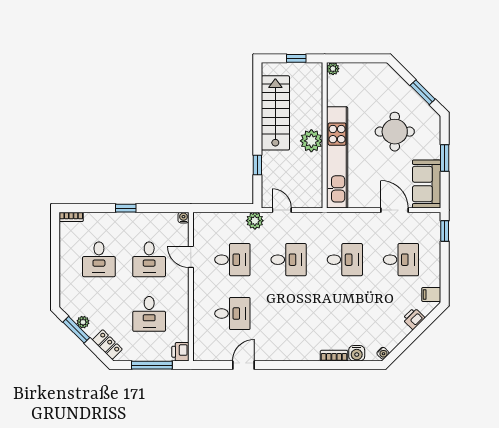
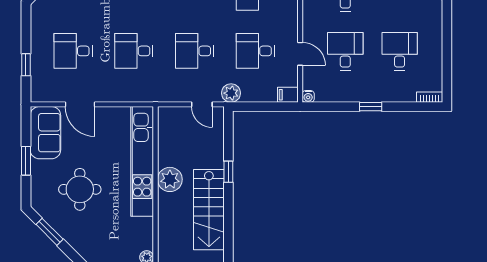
window: (257, 165) -> (228, 172), moved
window: (445, 231) -> (26, 65), moved
filing cabinet: (431, 295) -> (288, 95), moved, turned 180

